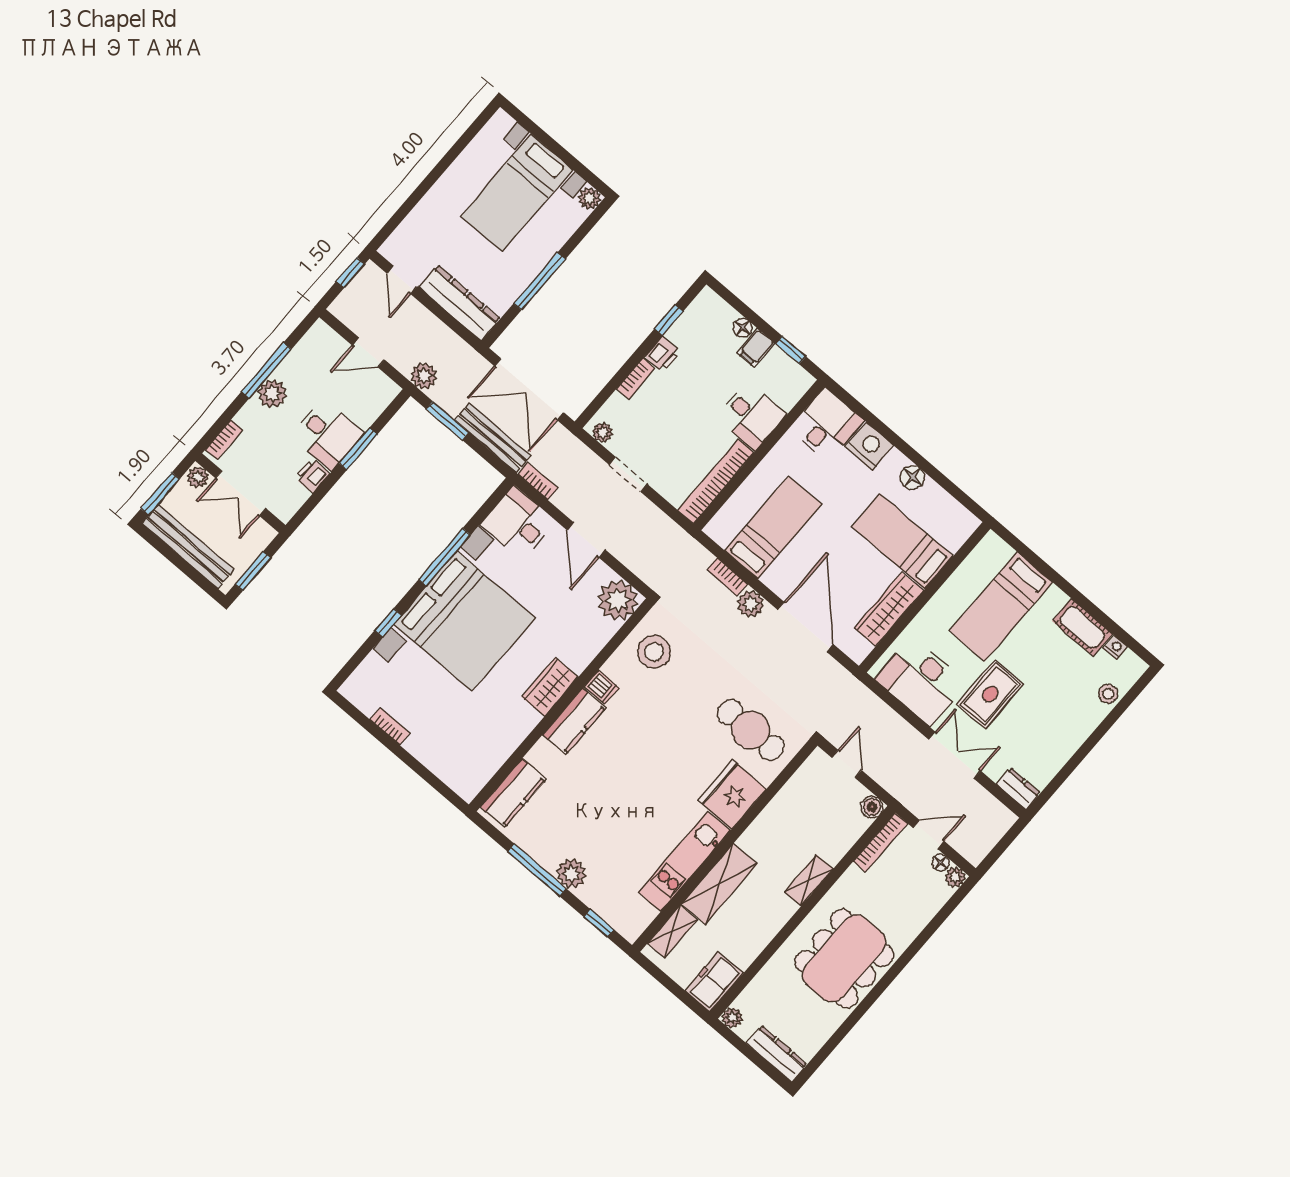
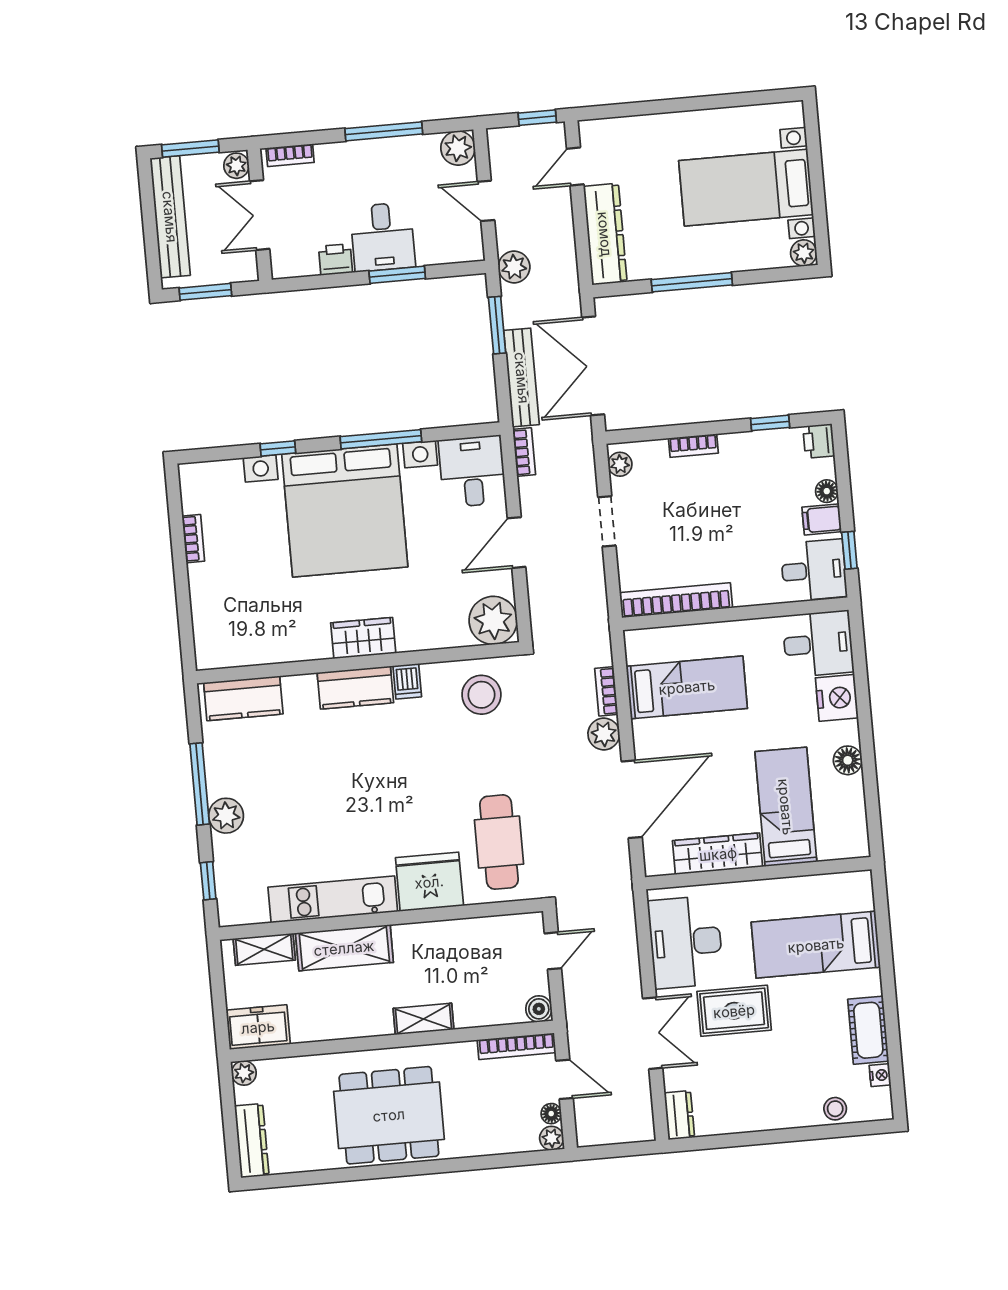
printer: (662, 354) -> (819, 441), moved, turned 90
plant: (272, 394) -> (458, 148), moved
desk: (751, 416) -> (814, 570), moved, turned -90

